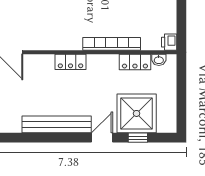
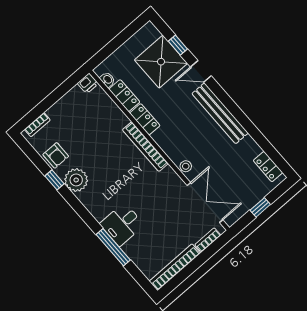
bookcase: (112, 44) -> (145, 147), moved
stool: (39, 62) -> (186, 166), added
locker: (71, 62) -> (145, 119), moved

